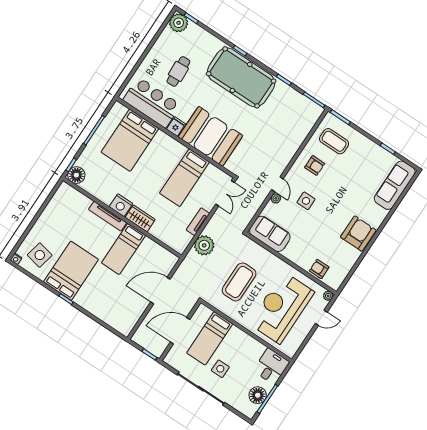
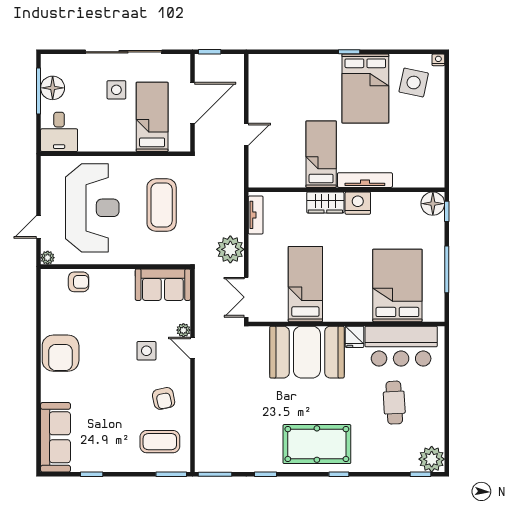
pool table: (241, 77) -> (317, 444), width x0.73, depth x0.76
armchair: (315, 166) -> (164, 398), turned -102
tv unit: (198, 222) -> (256, 215), moved
plant: (204, 245) -> (230, 249), moved
door: (160, 291) -> (246, 134), width x0.53

